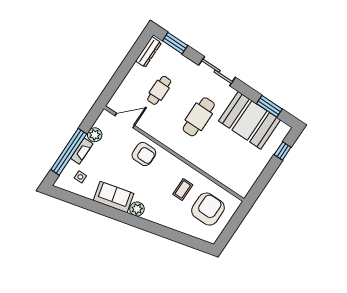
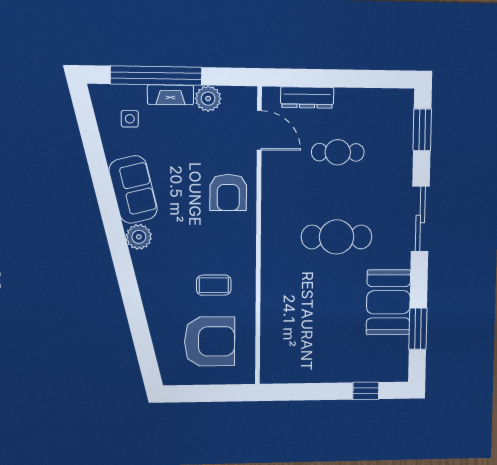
dresser: (149, 52) -> (307, 98), moved
booth: (249, 120) -> (388, 302), width x0.73, depth x0.70

